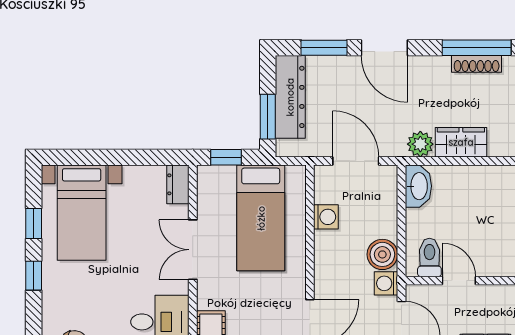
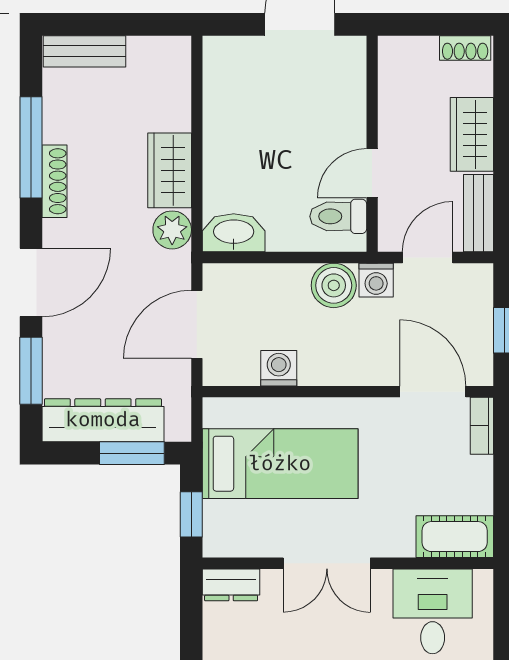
shoe rack: (477, 64) -> (55, 181), moved

